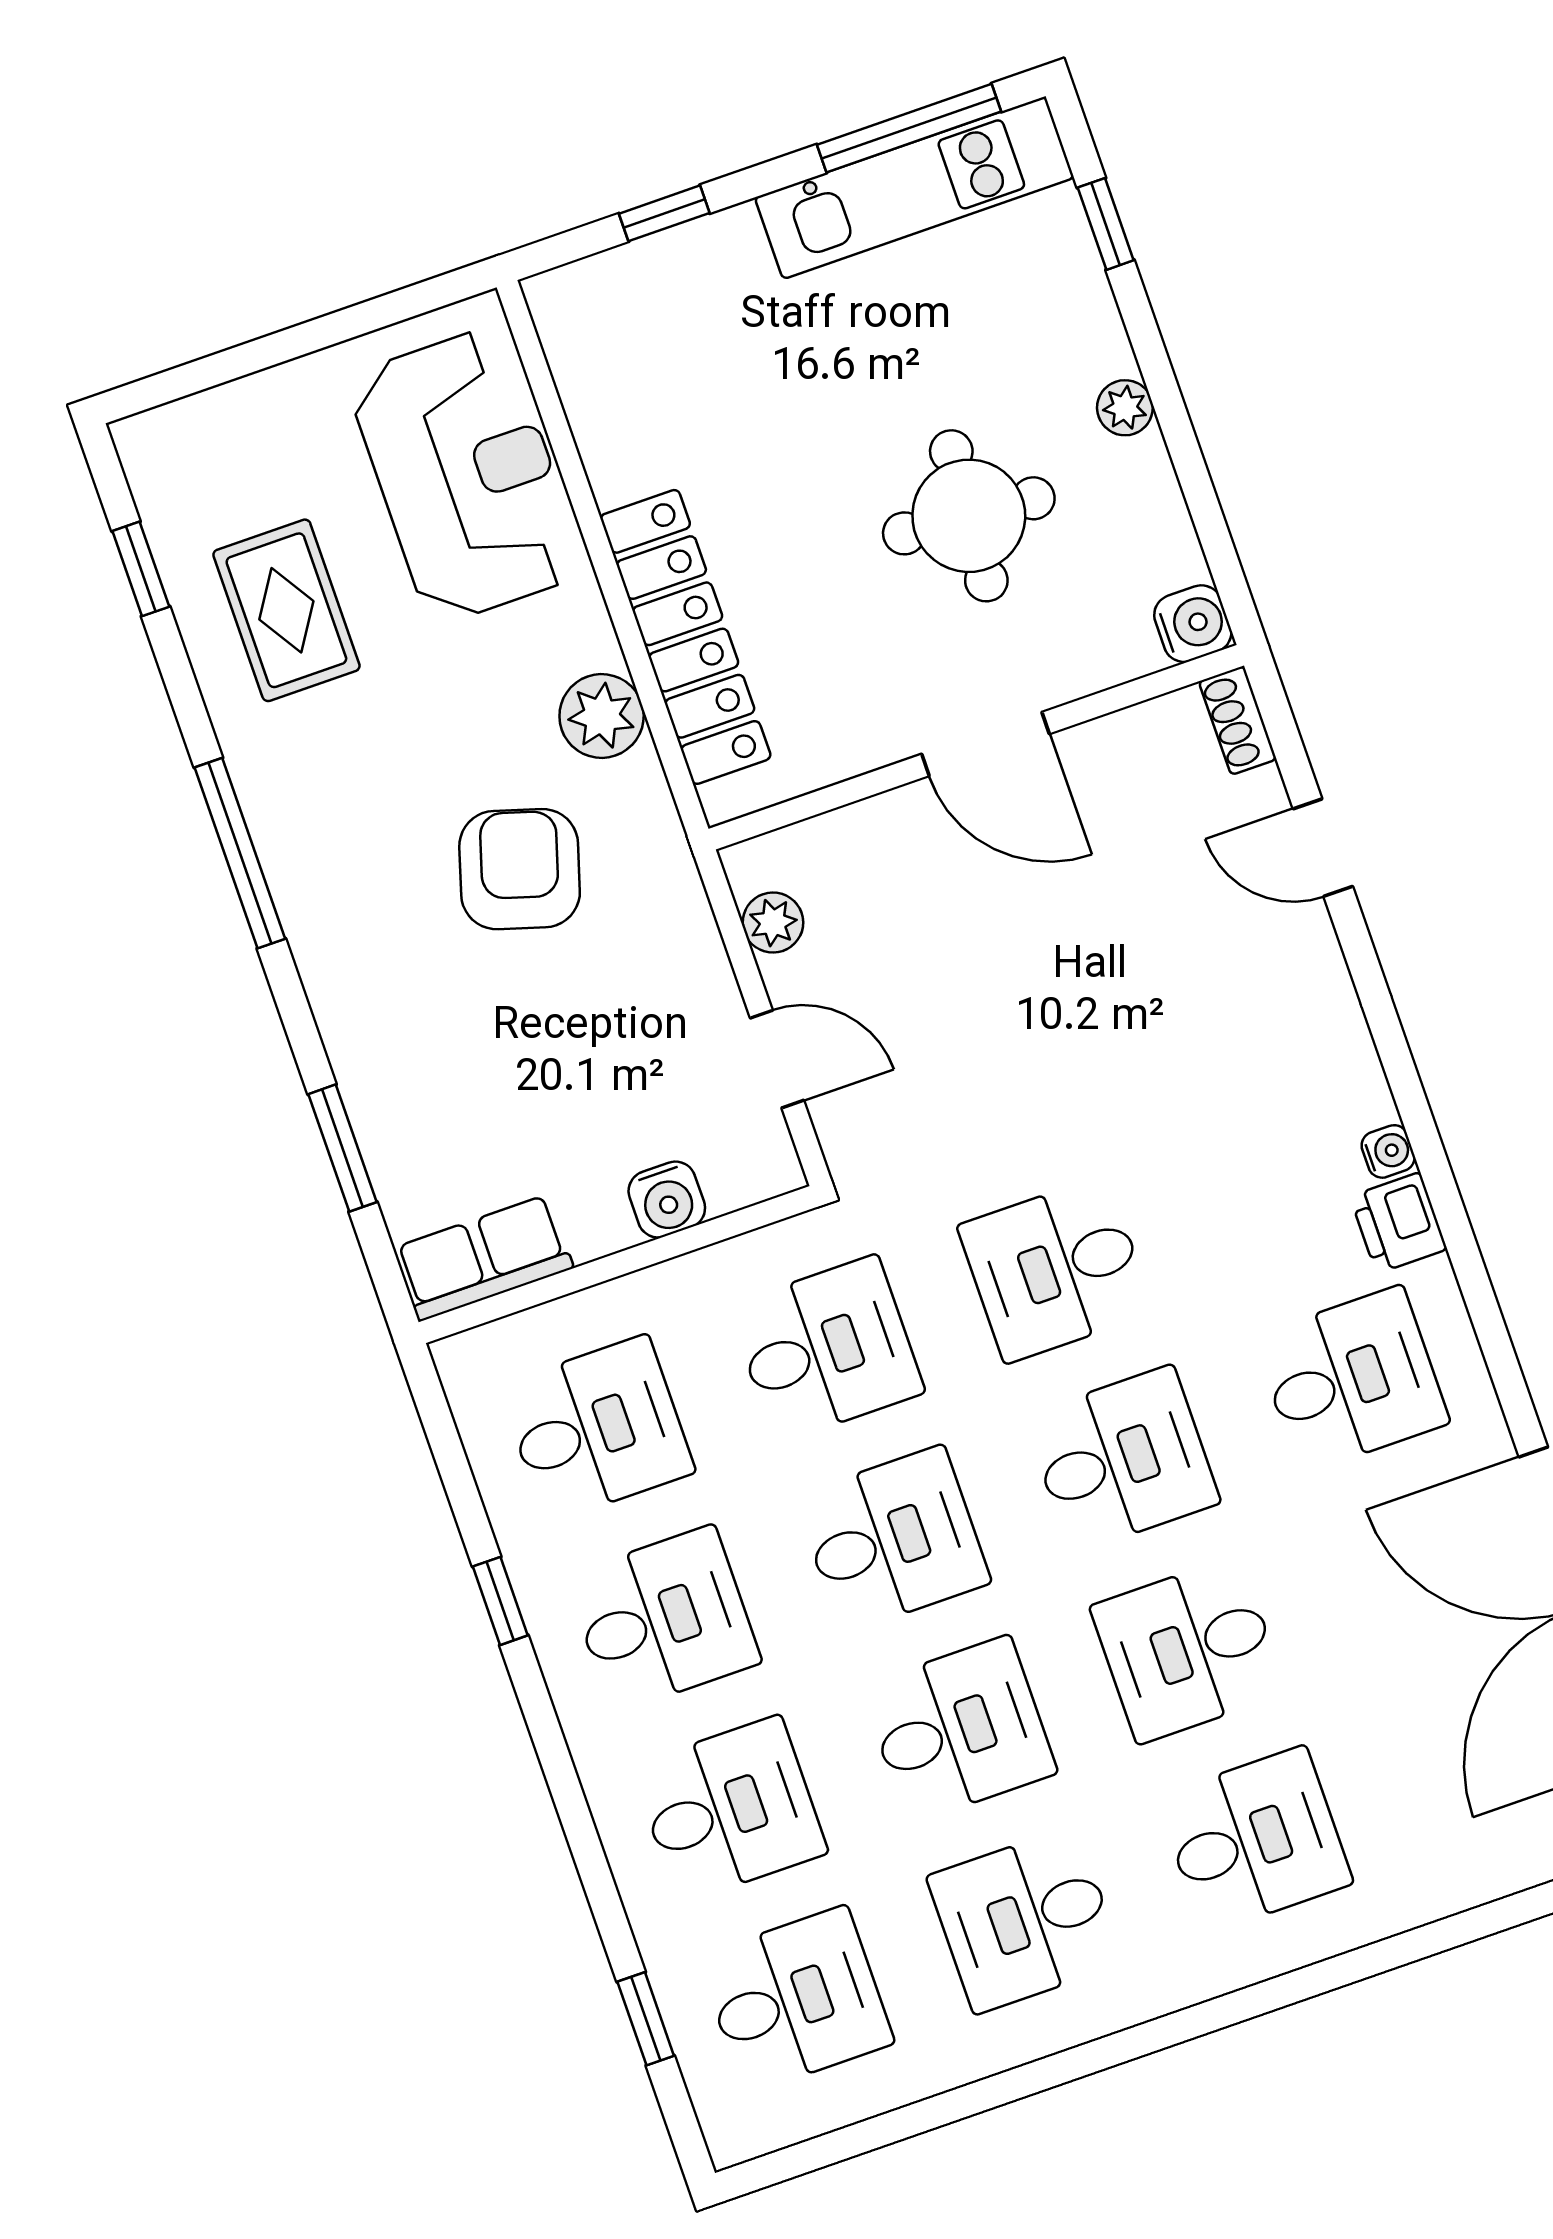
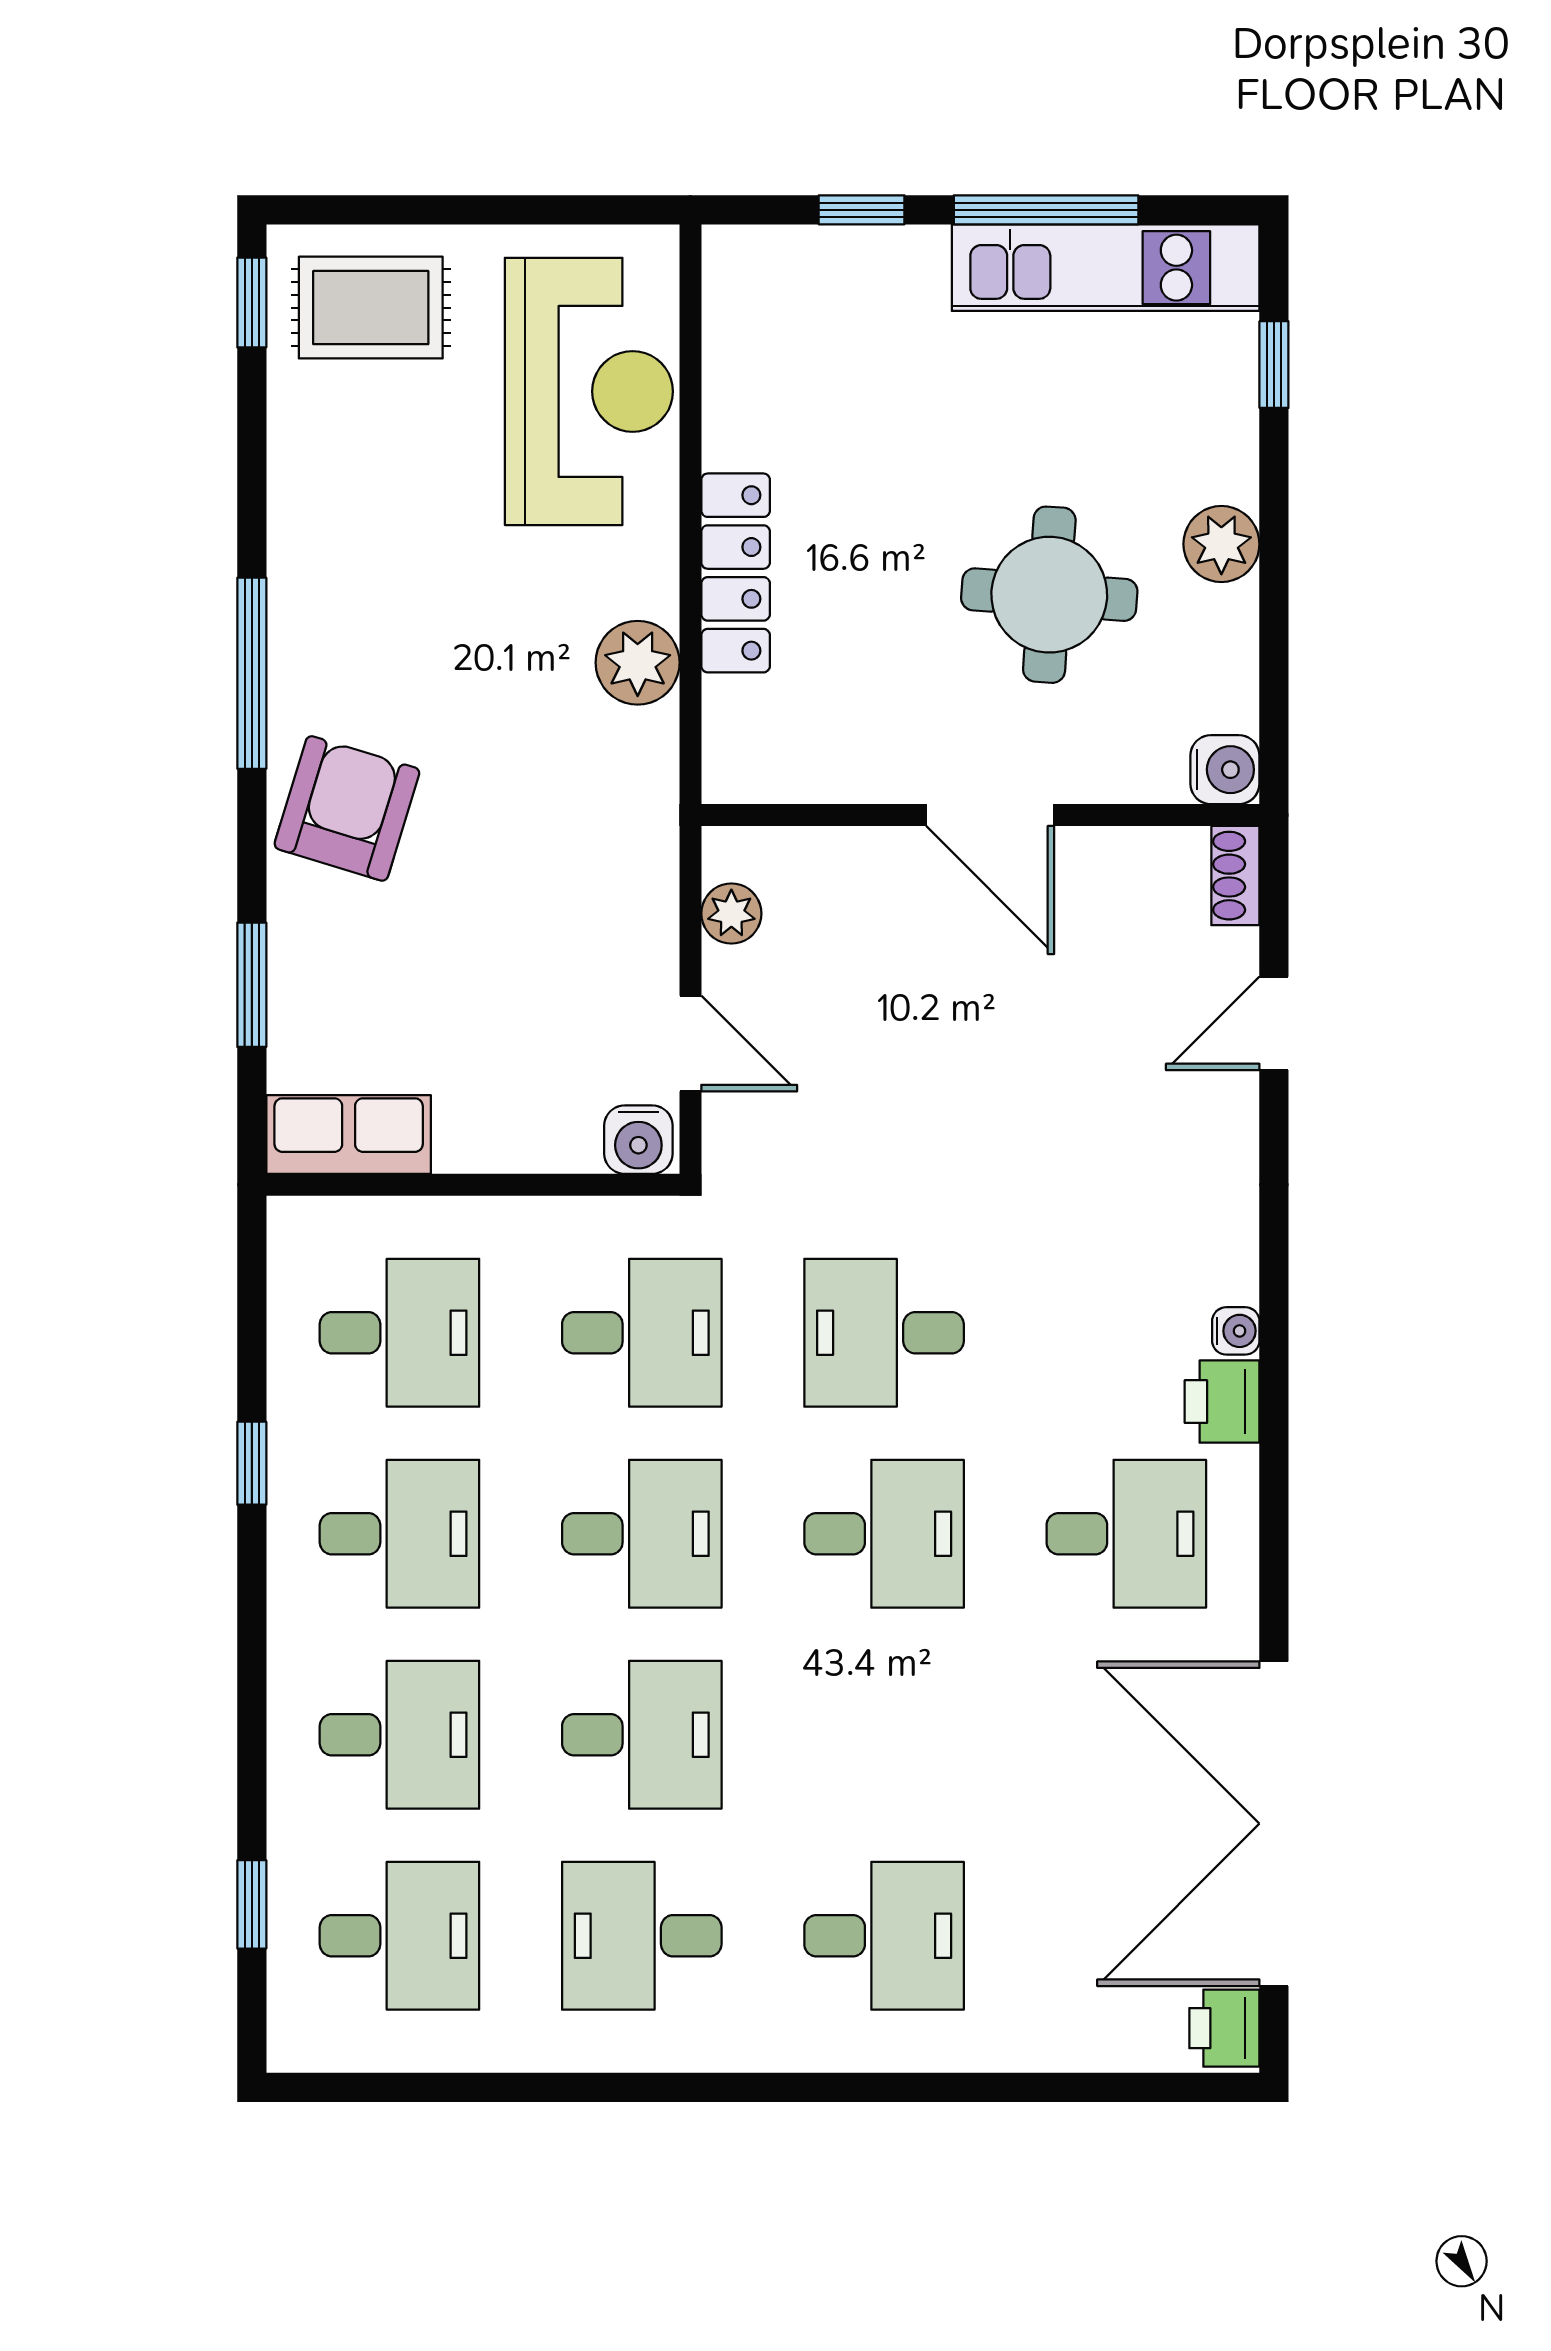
window: (909, 128) -> (1046, 210), moved
plant: (1125, 408) -> (1221, 544), width x1.38, depth x1.38
window: (141, 569) -> (252, 303), moved
rug: (286, 610) -> (371, 308), moved, turned 90
locker: (686, 637) -> (736, 573), width x0.71, depth x0.83
door: (1323, 848) -> (1274, 1023), hinge flipped
armchair: (520, 869) -> (347, 808), moved
water cooler: (667, 1200) -> (638, 1140), moved
desk: (1188, 1650) -> (884, 1735), removed

